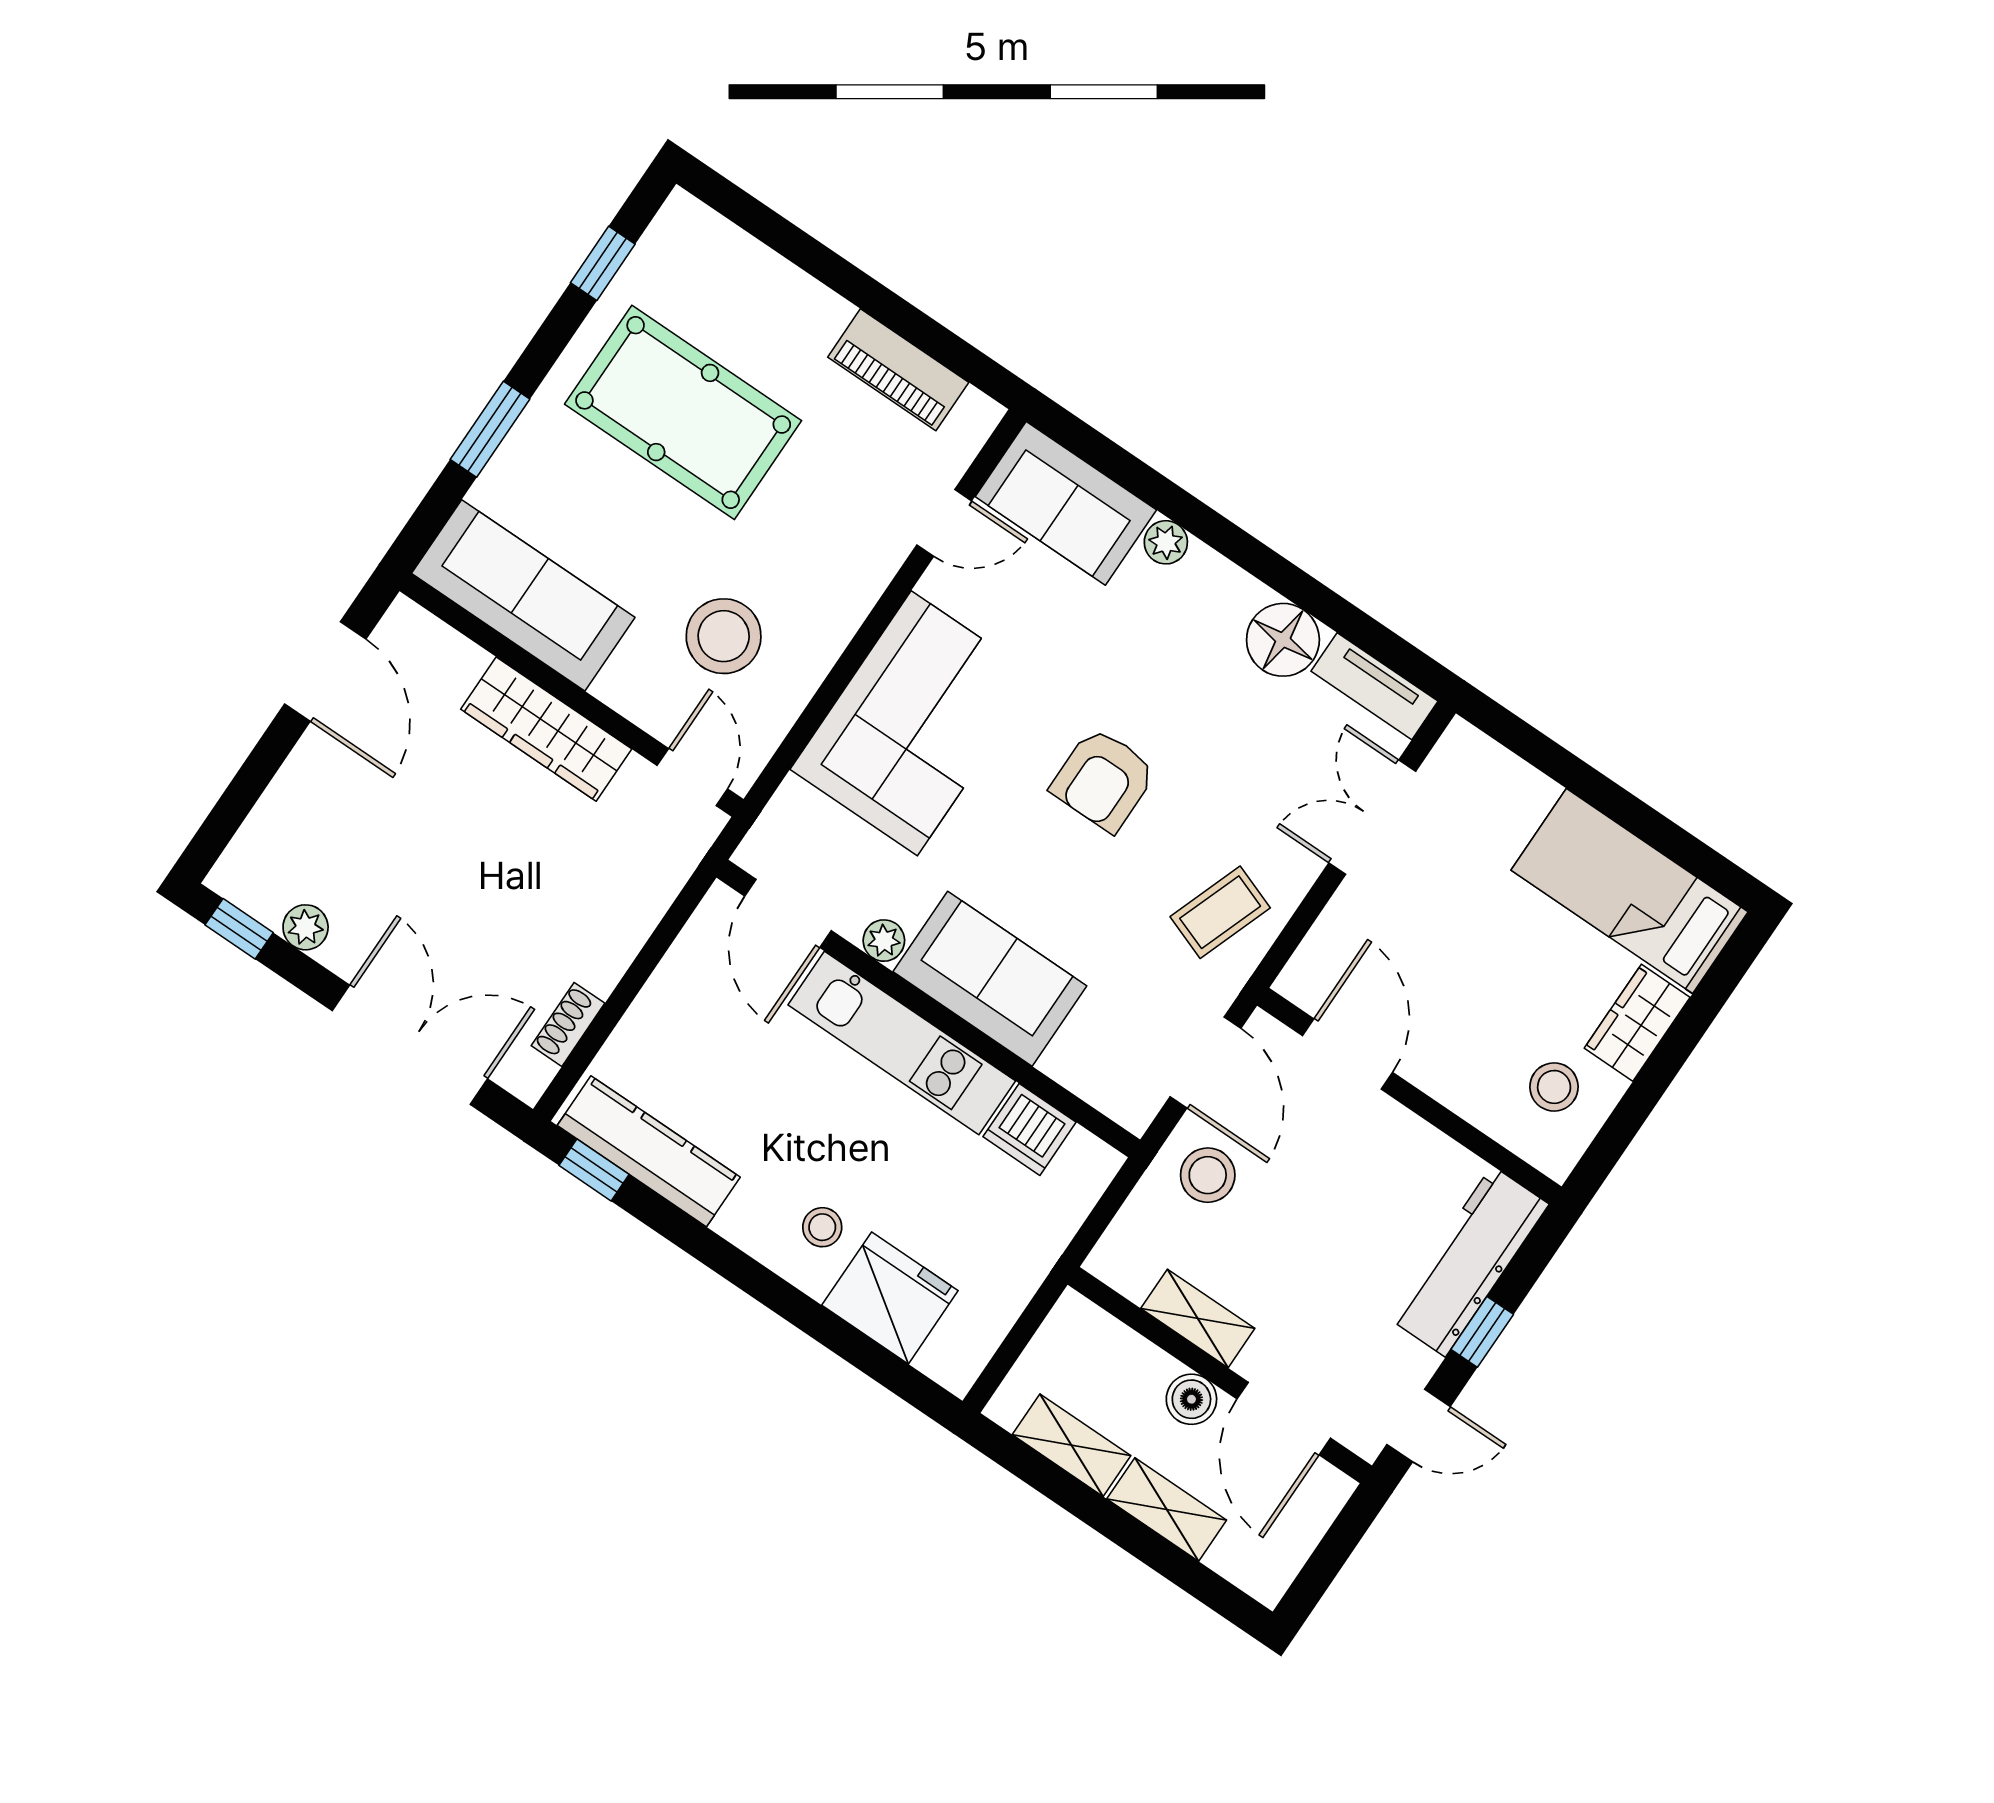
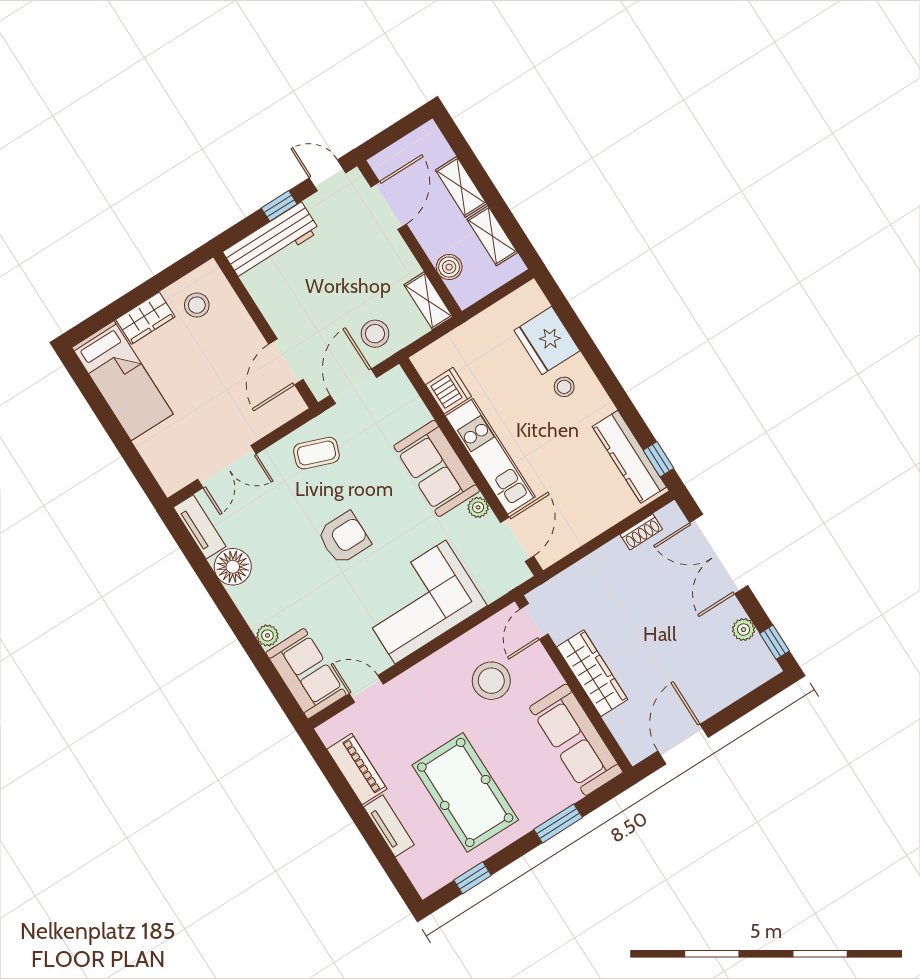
tv unit: (796, 292) -> (389, 826), added
shelving: (1198, 1318) -> (428, 301), moved
boiler: (1191, 1399) -> (449, 267), moved

